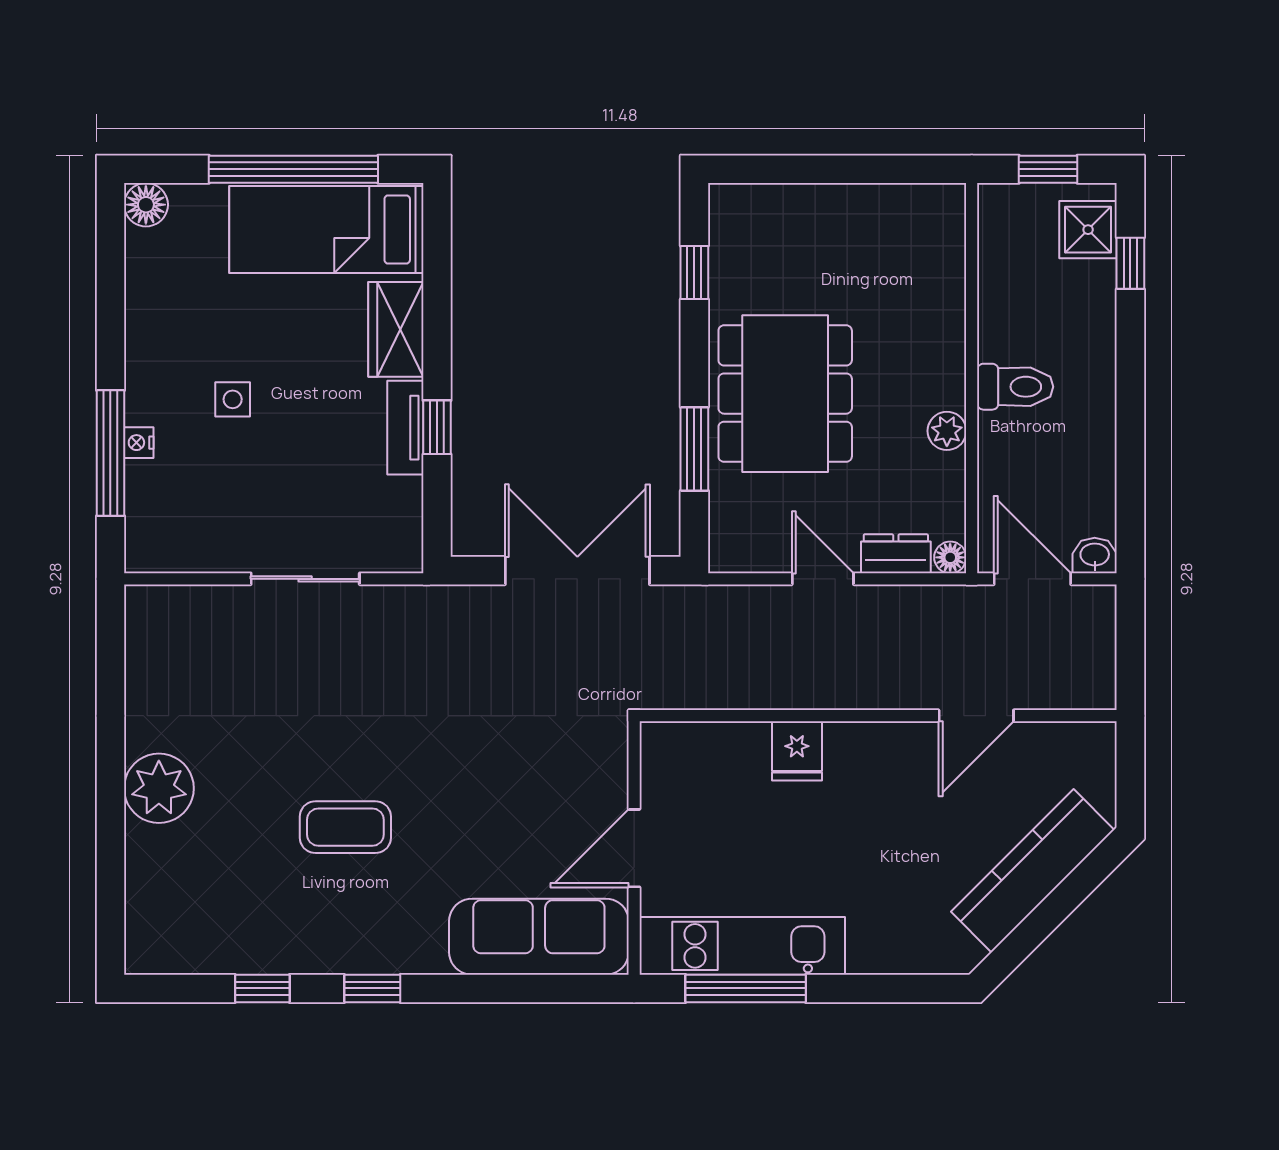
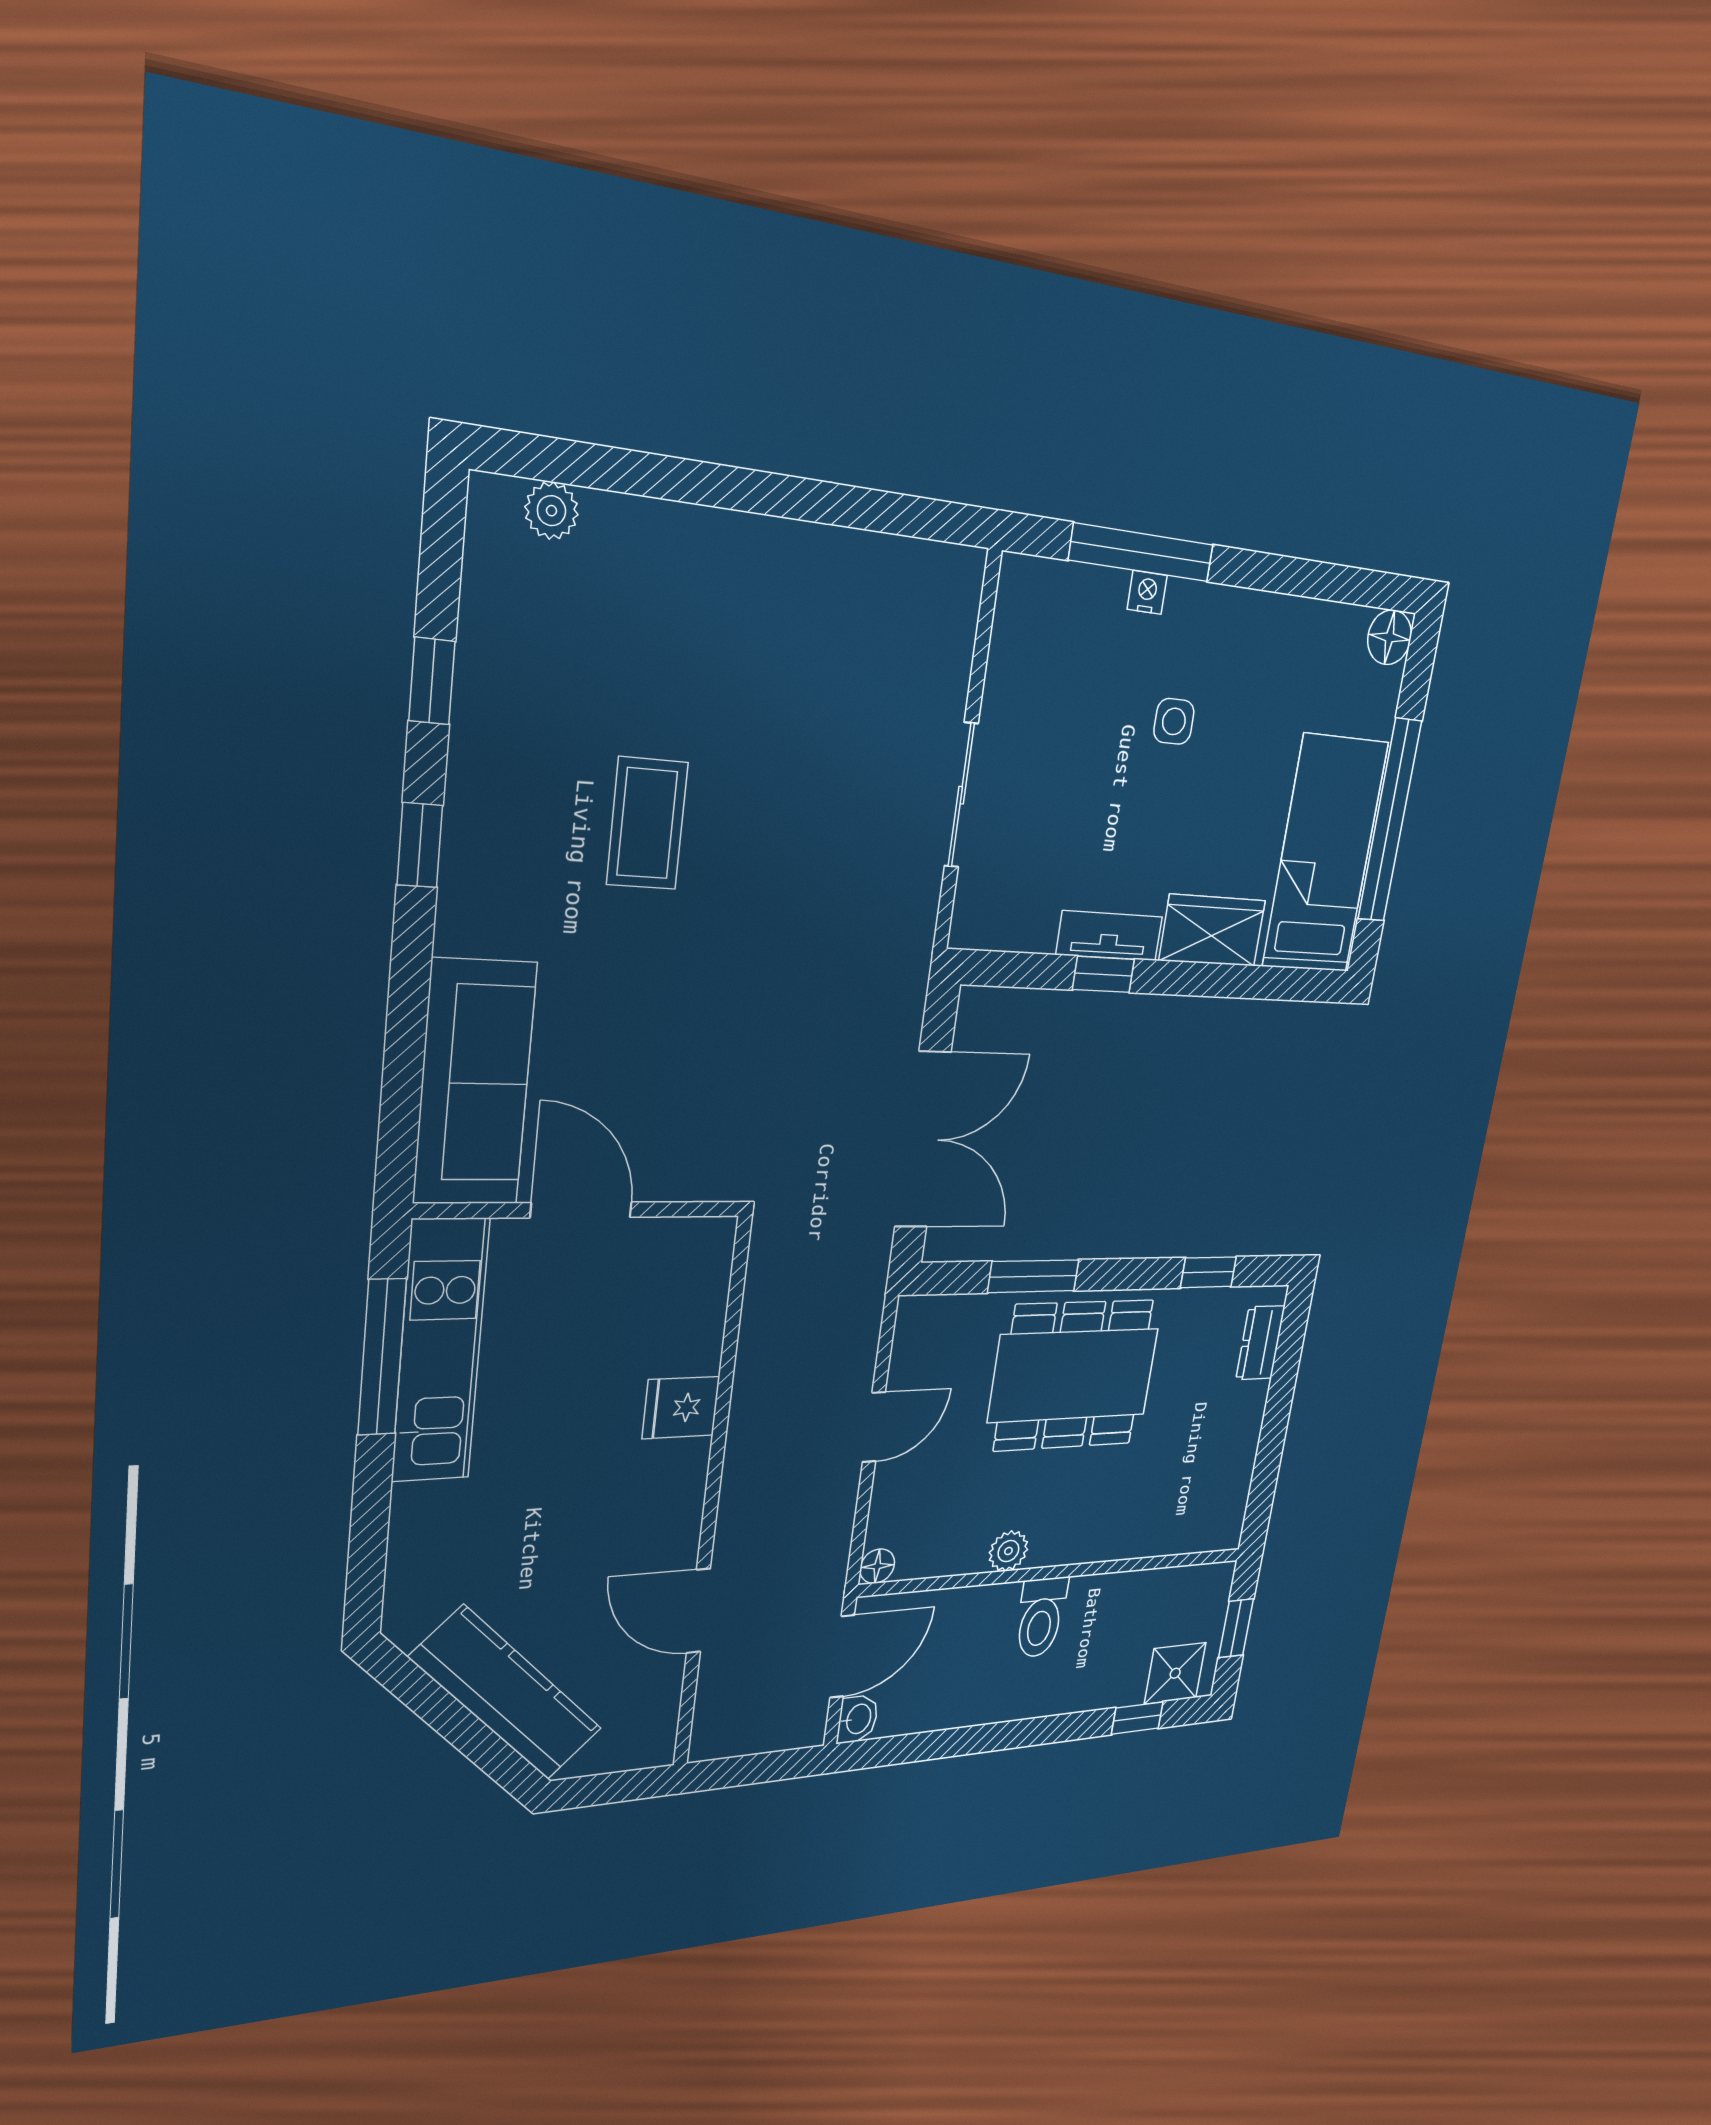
dresser: (896, 554) -> (1260, 1343), moved, turned 180
plant: (159, 788) -> (551, 511), moved, width x0.53, depth x0.53

